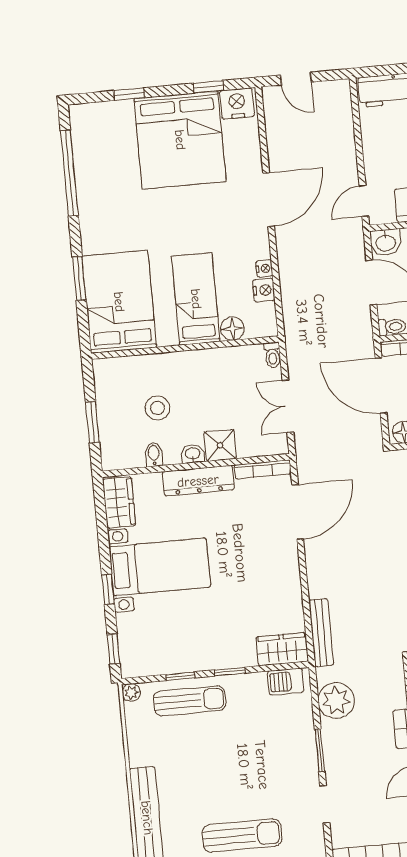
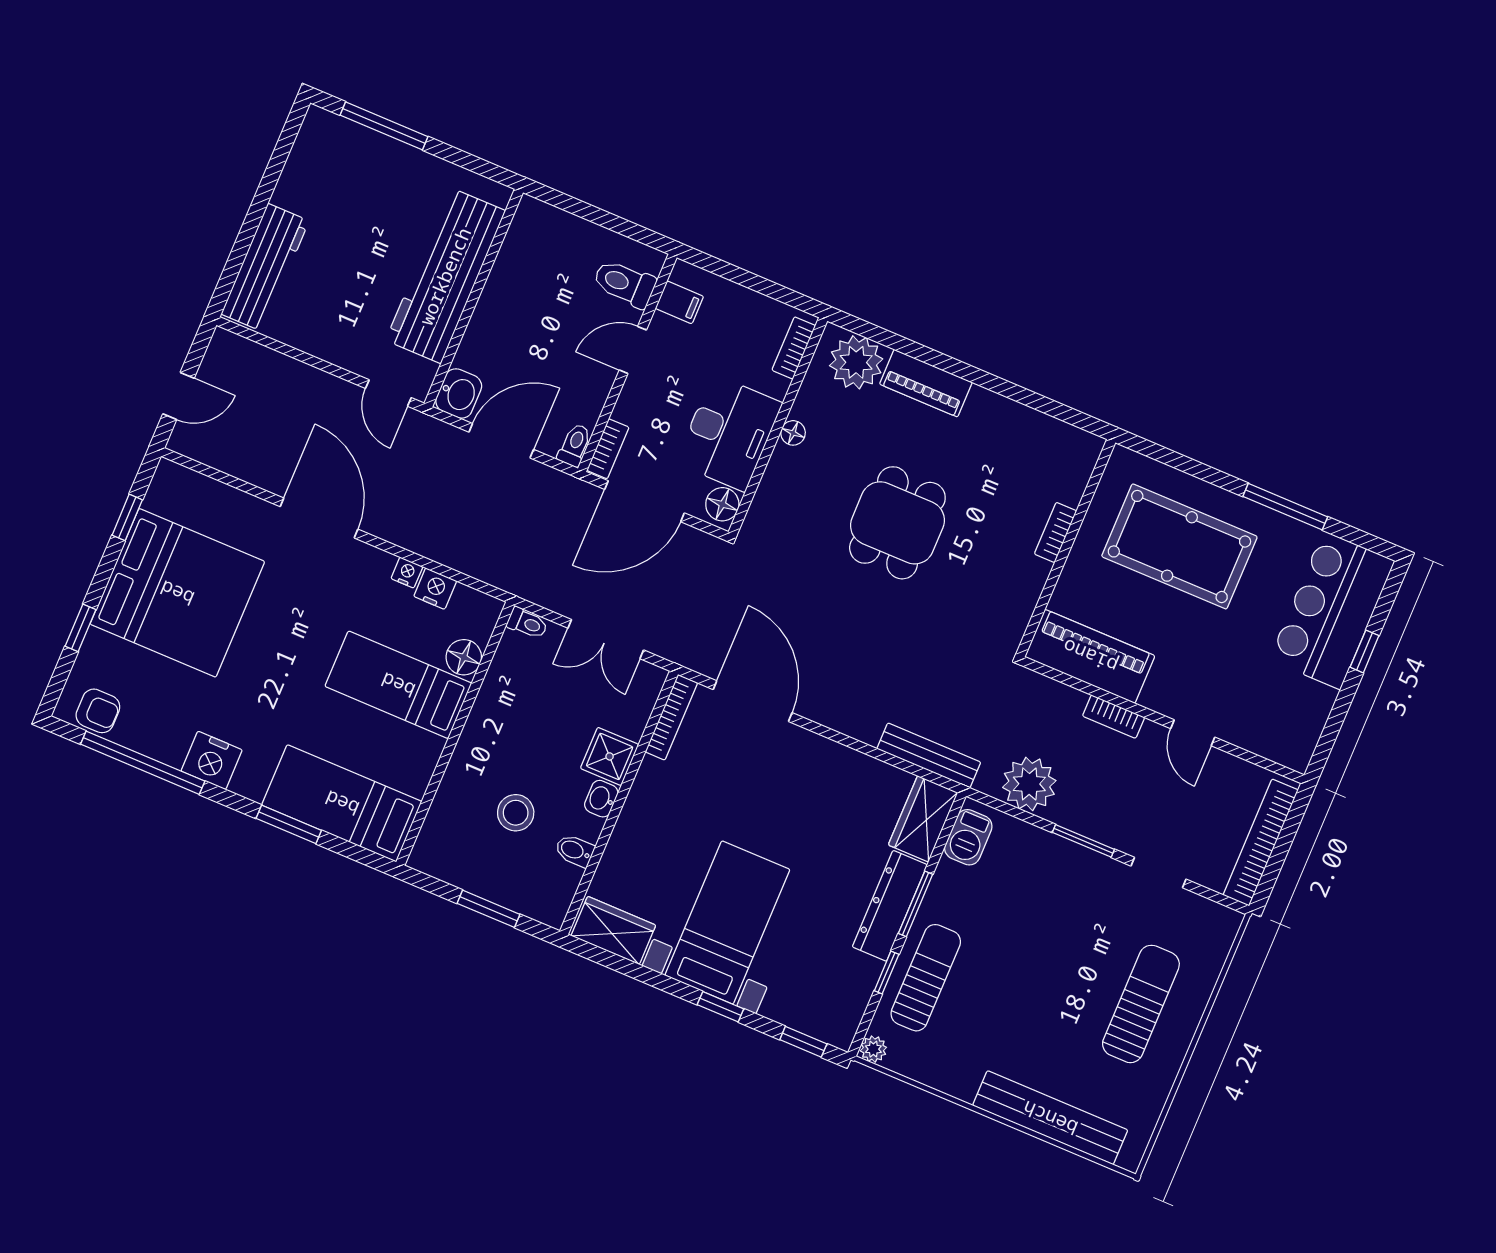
nightstand: (237, 103) -> (212, 760), moved, turned -90
armchair: (86, 131) -> (98, 711), added
bed: (119, 302) -> (342, 803), width x0.67
dresser: (198, 481) -> (890, 906), moved, turned 180
window: (230, 672) -> (916, 904), width x1.50

